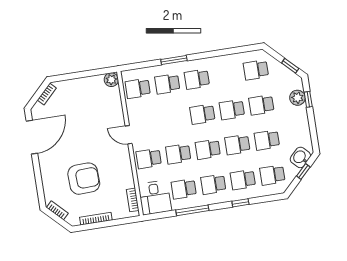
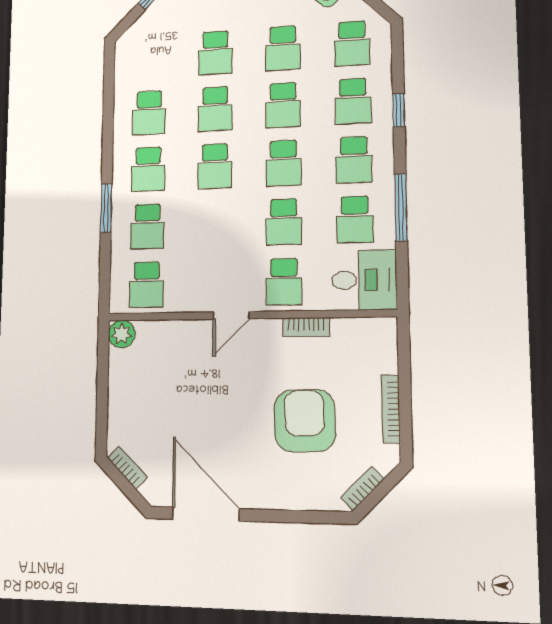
school desk: (256, 70) -> (149, 113), moved
bookcase: (133, 200) -> (306, 327), moved

